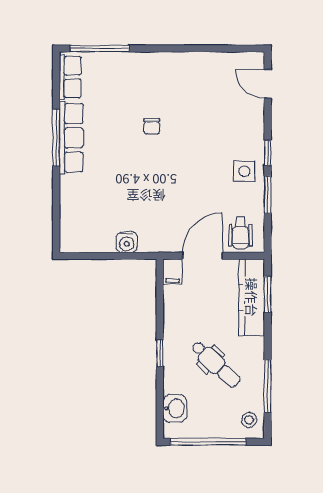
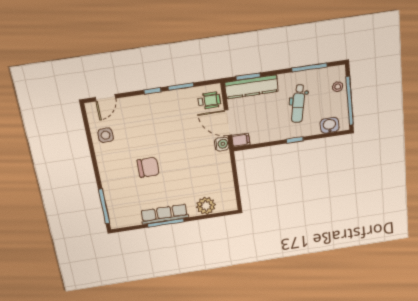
row of seats: (70, 77) -> (126, 221), removed
chair: (152, 126) -> (148, 167), width x1.87, depth x1.87
side table: (244, 171) -> (106, 135), moved
plant: (74, 204) -> (206, 206), added
water cooler: (127, 242) -> (222, 144), moved
dental chair: (216, 364) -> (298, 104), turned 148
stool: (249, 420) -> (338, 87), moved

